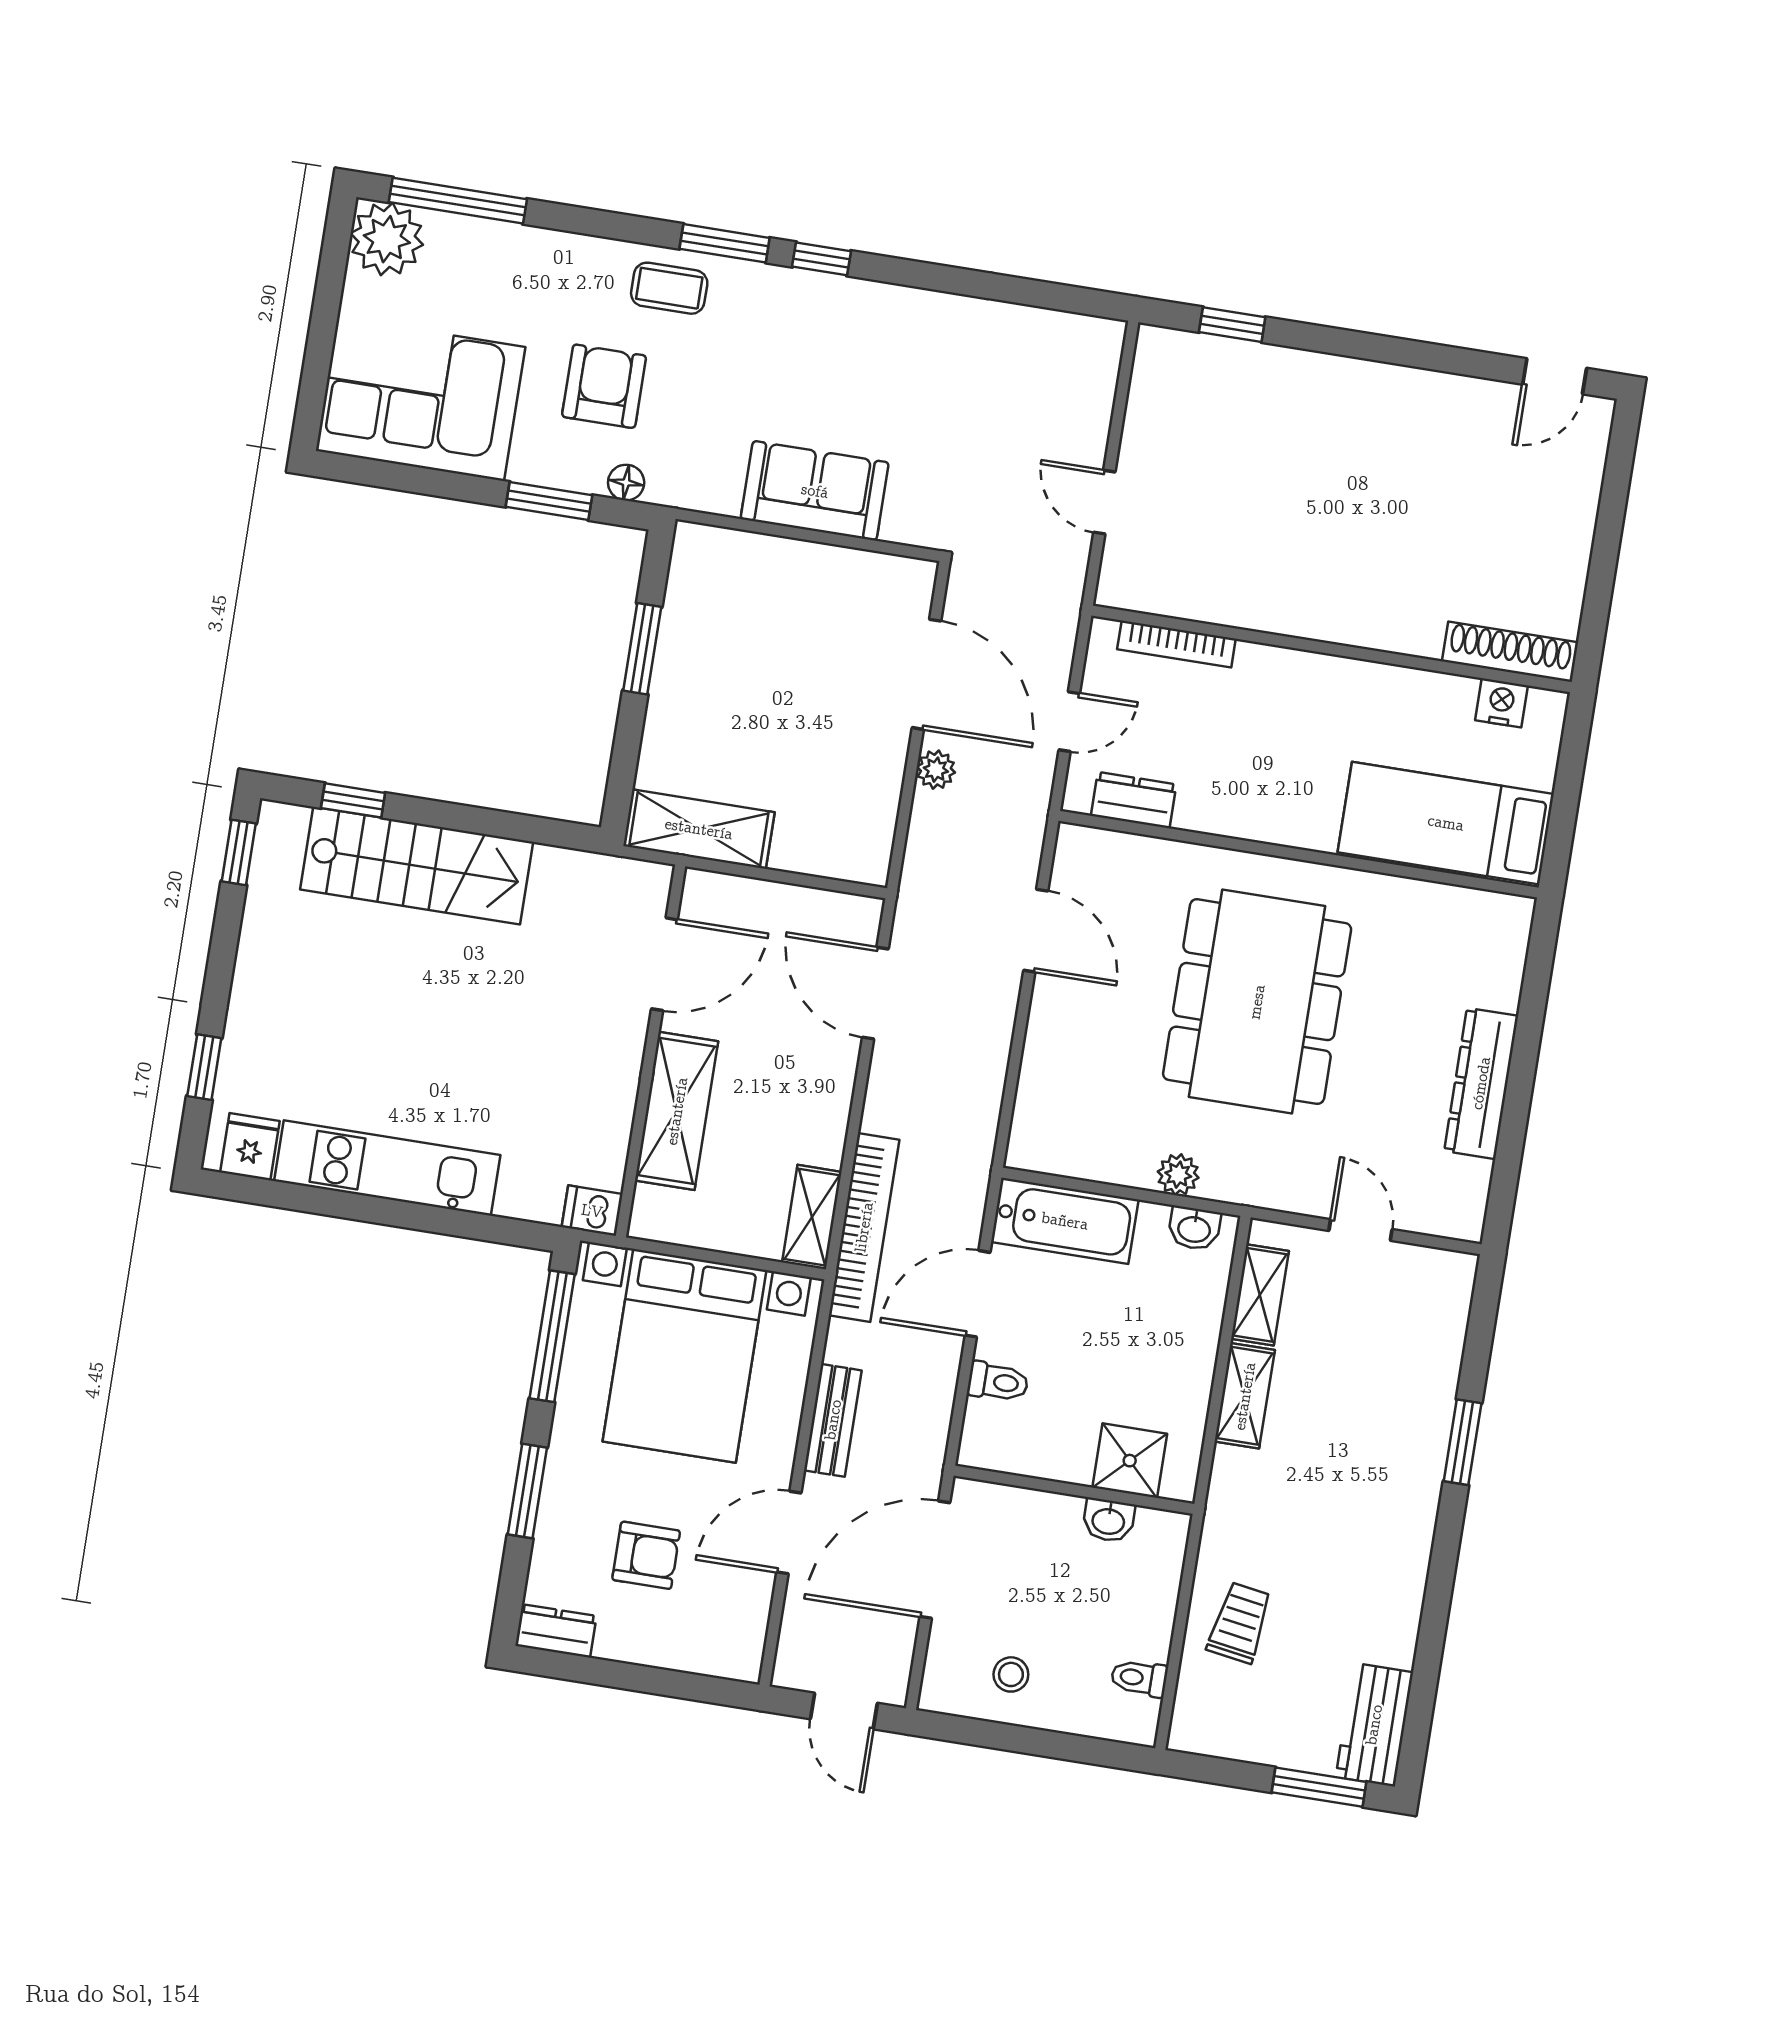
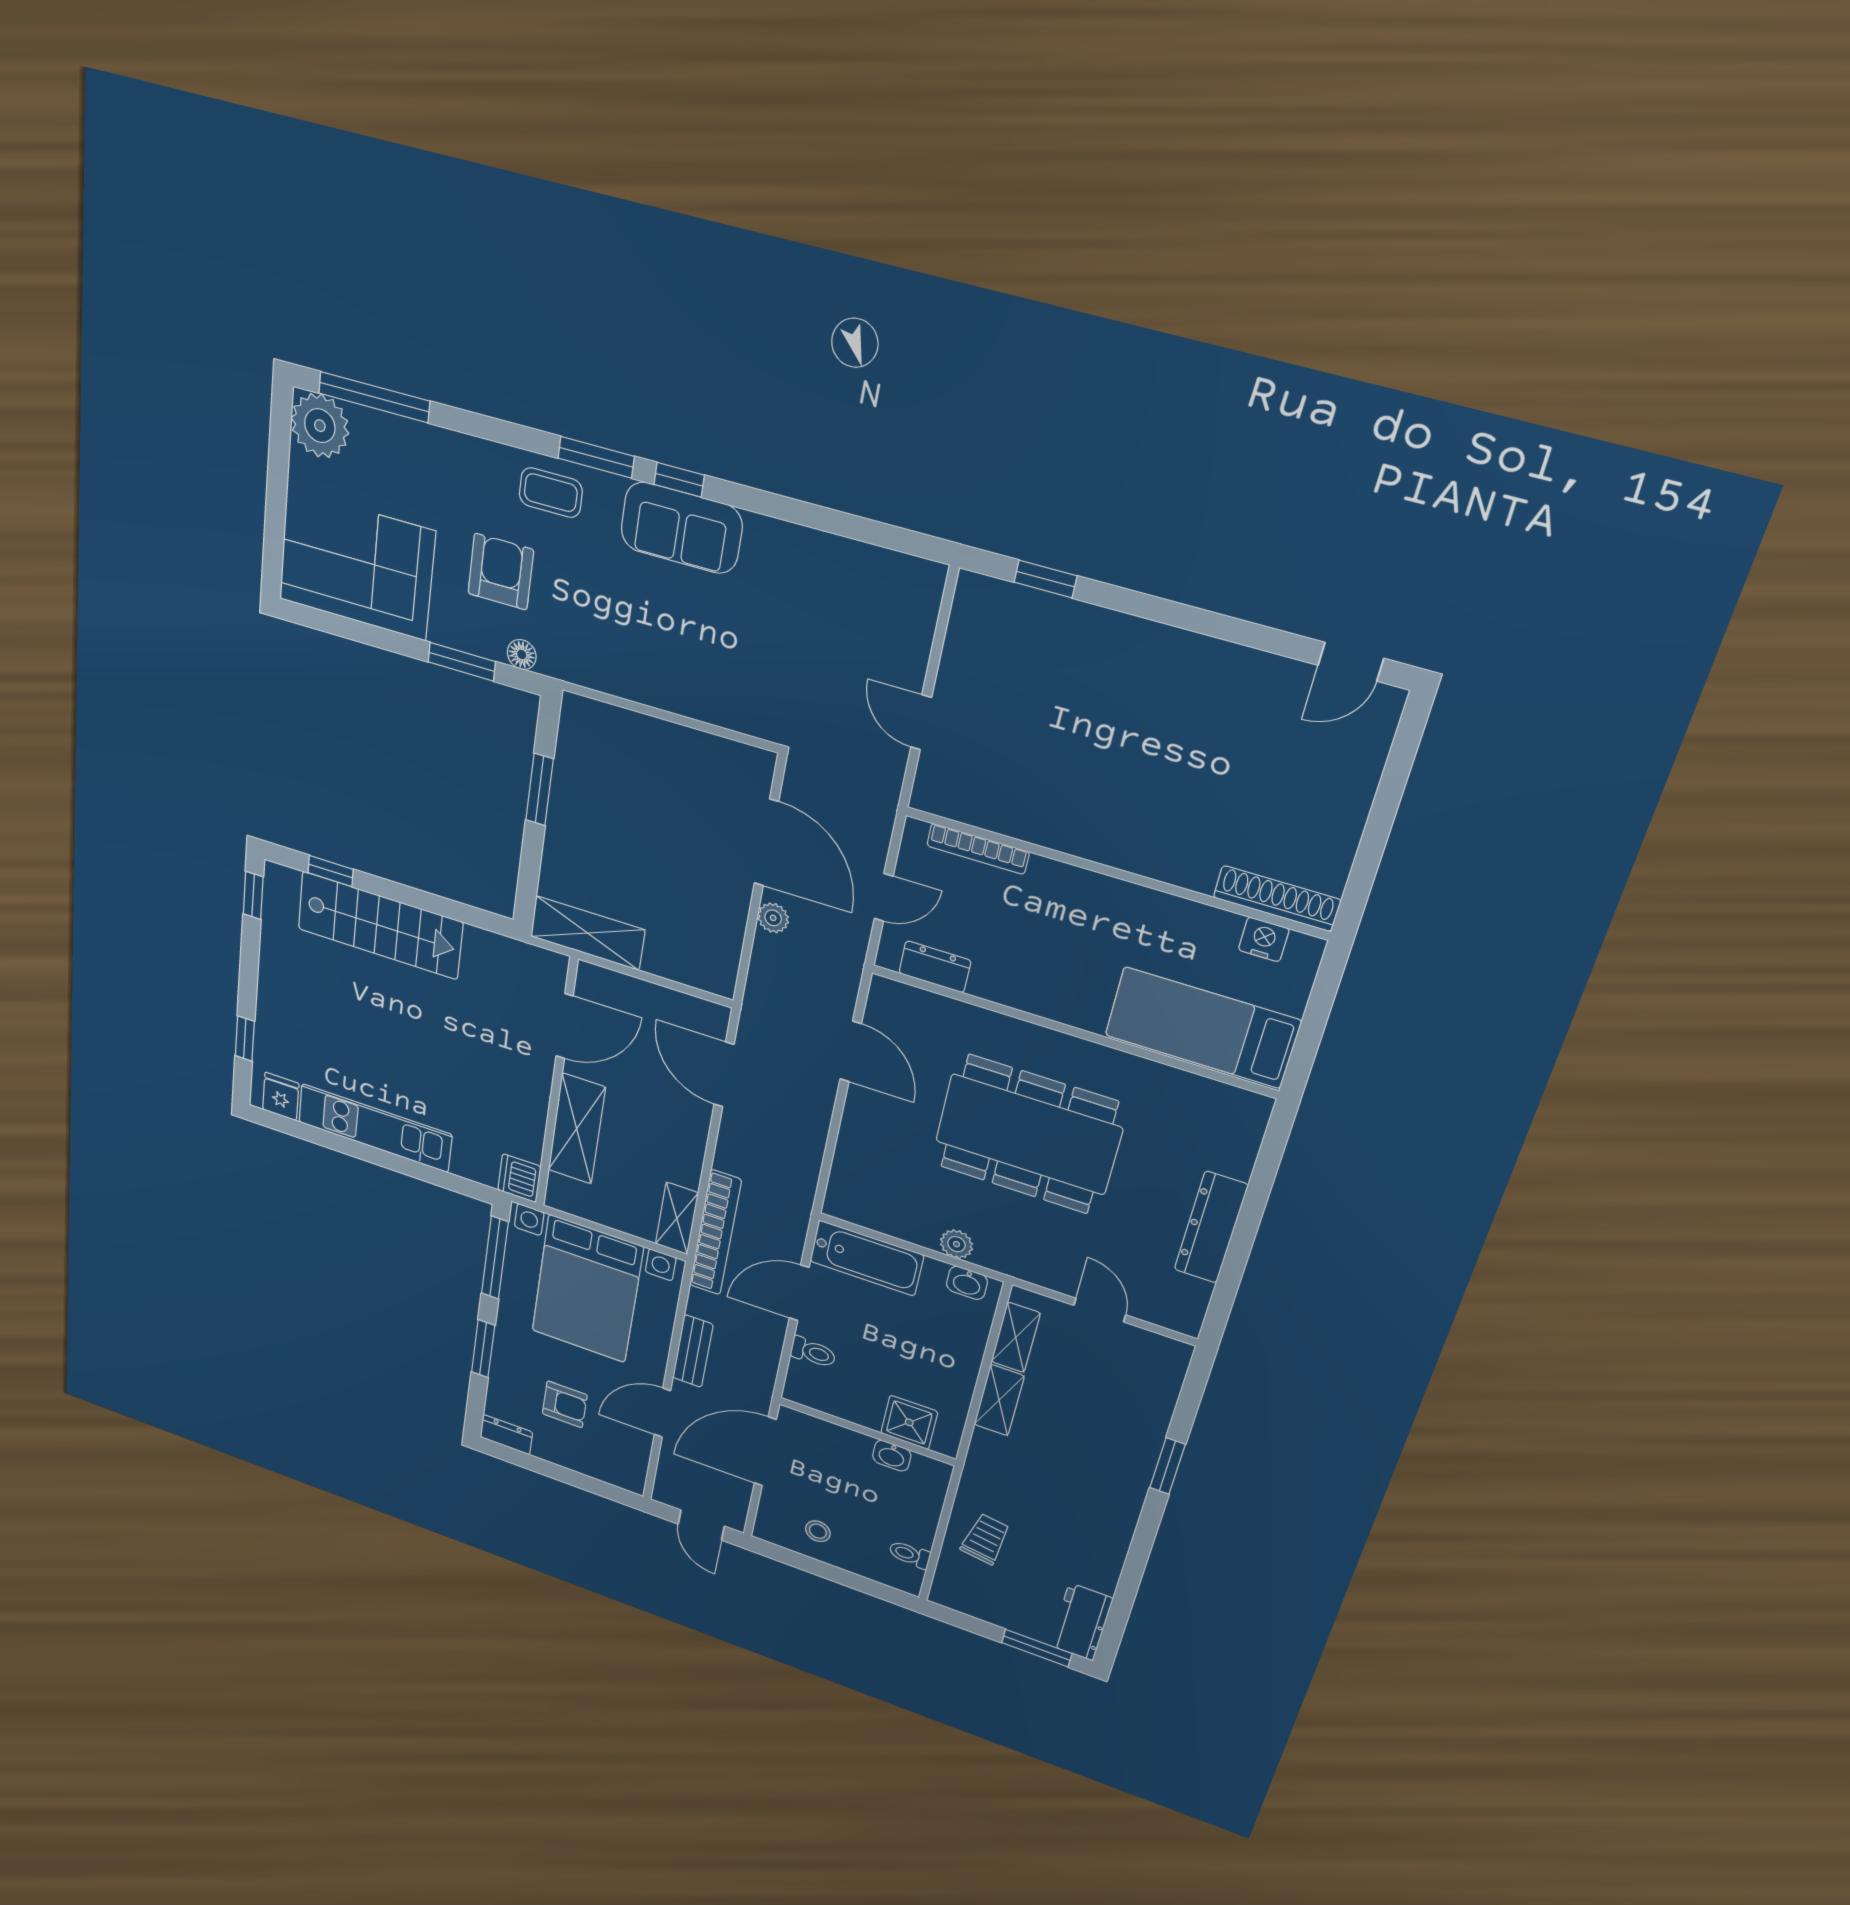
sofa: (815, 491) -> (681, 528), moved, turned 180
dining table: (1257, 1002) -> (1028, 1134), turned 90
dishwasher: (592, 1211) -> (519, 1178), width x1.38

